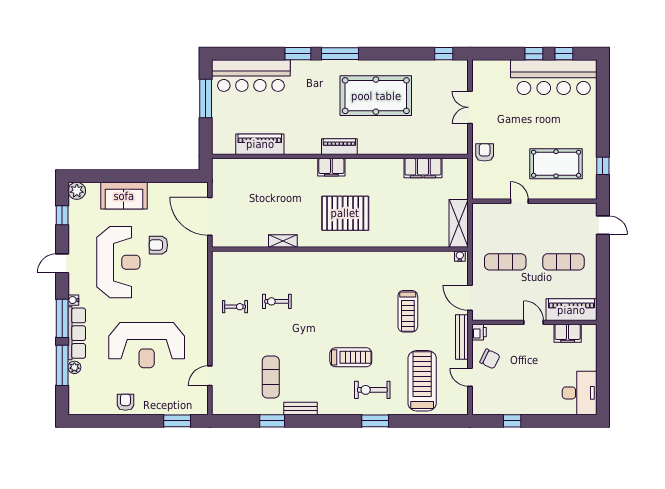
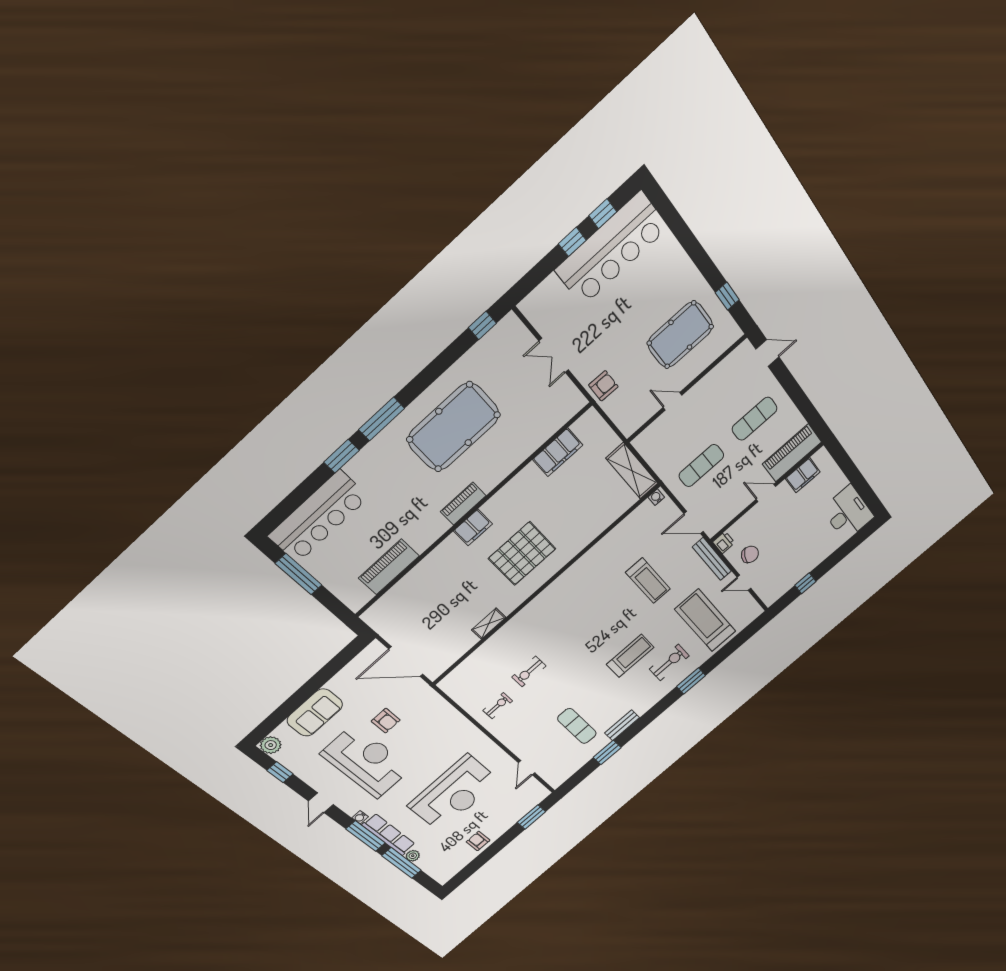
armchair: (485, 152) -> (603, 386), turned 91
armchair: (158, 245) -> (386, 721), turned -90
exercise bike: (372, 390) -> (669, 662), turned 180

